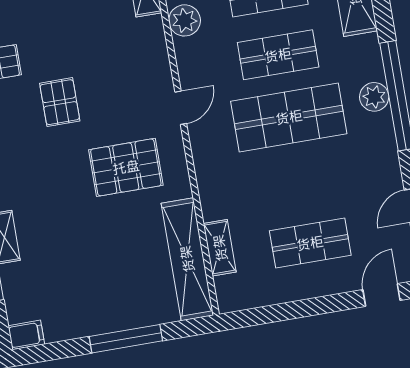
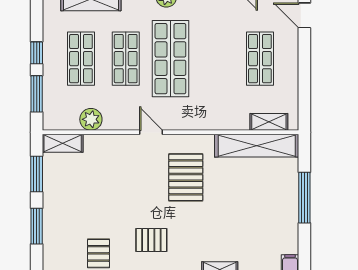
pallet: (60, 102) -> (151, 240), moved
shelving: (220, 248) -> (269, 122), moved

